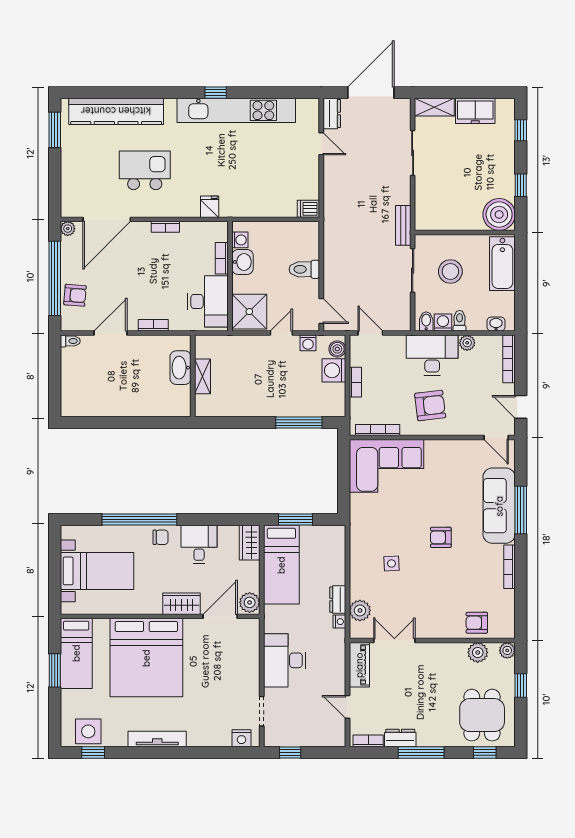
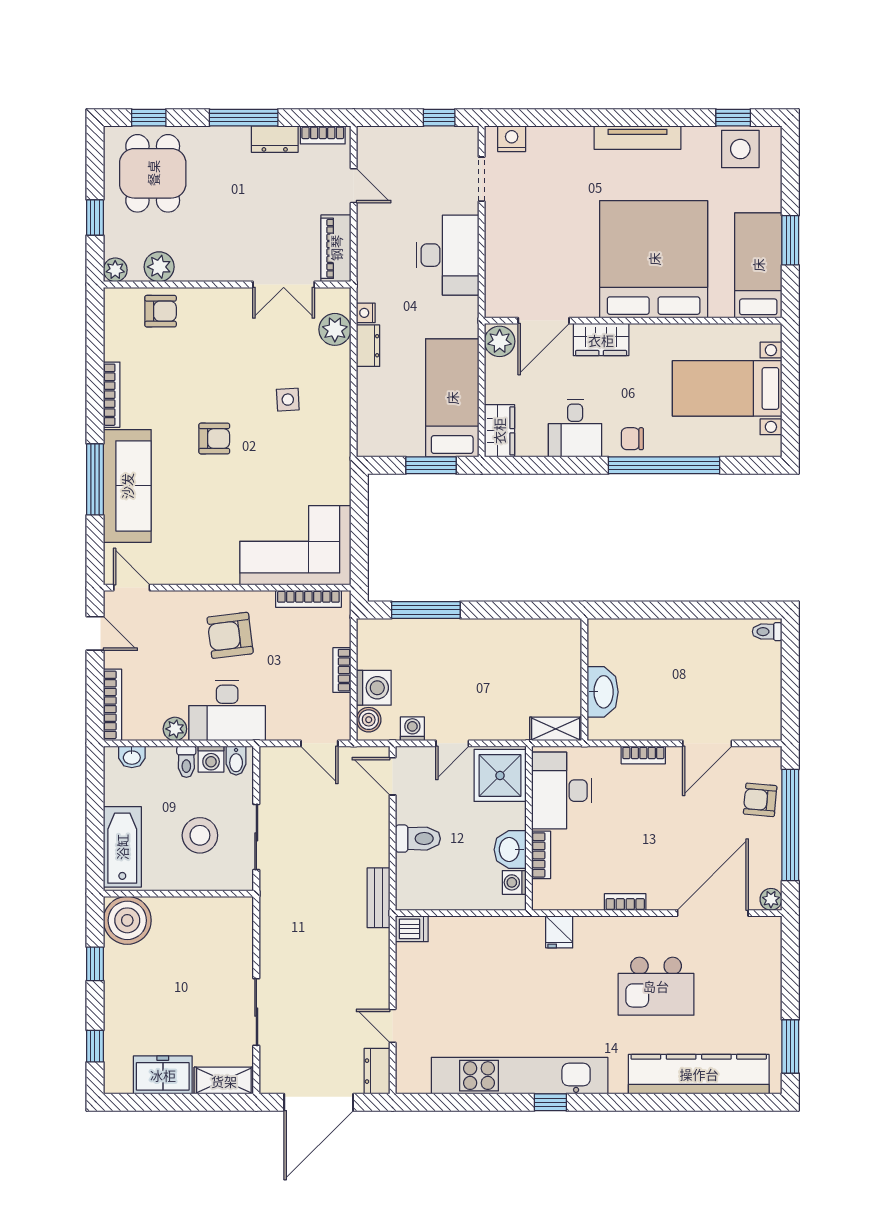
bench: (403, 225) -> (378, 898), moved
toilet: (70, 341) -> (767, 632), moved
shelving: (202, 376) -> (556, 729), moved, turned 90

